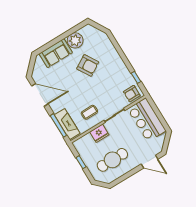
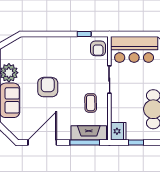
armchair: (88, 65) -> (48, 87), moved, turned -59
fridge: (99, 133) -> (118, 131), moved

